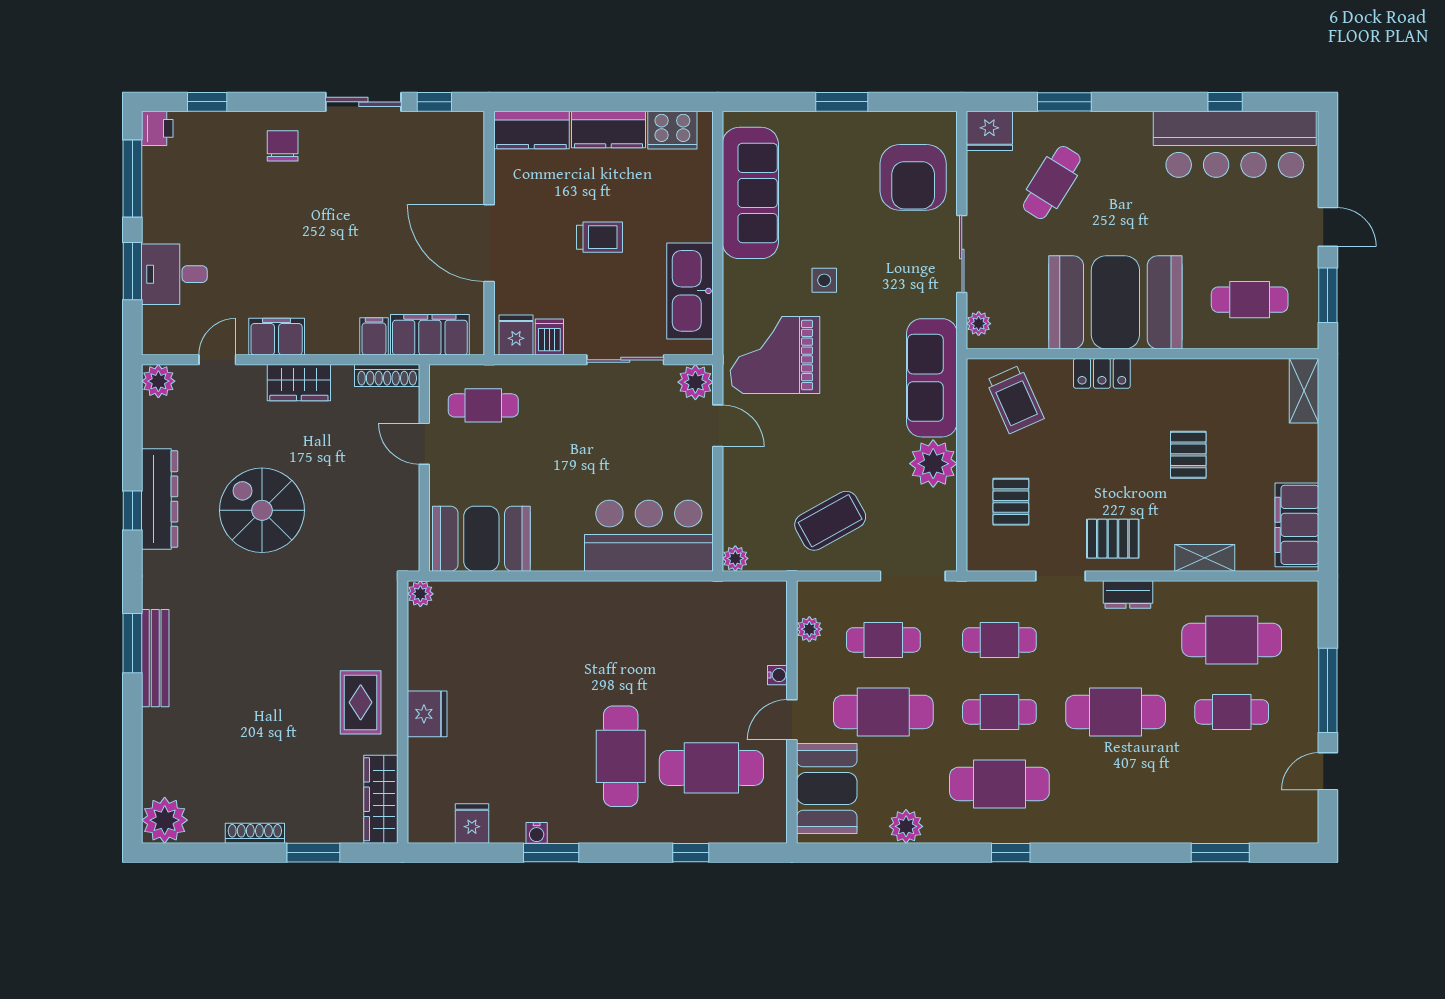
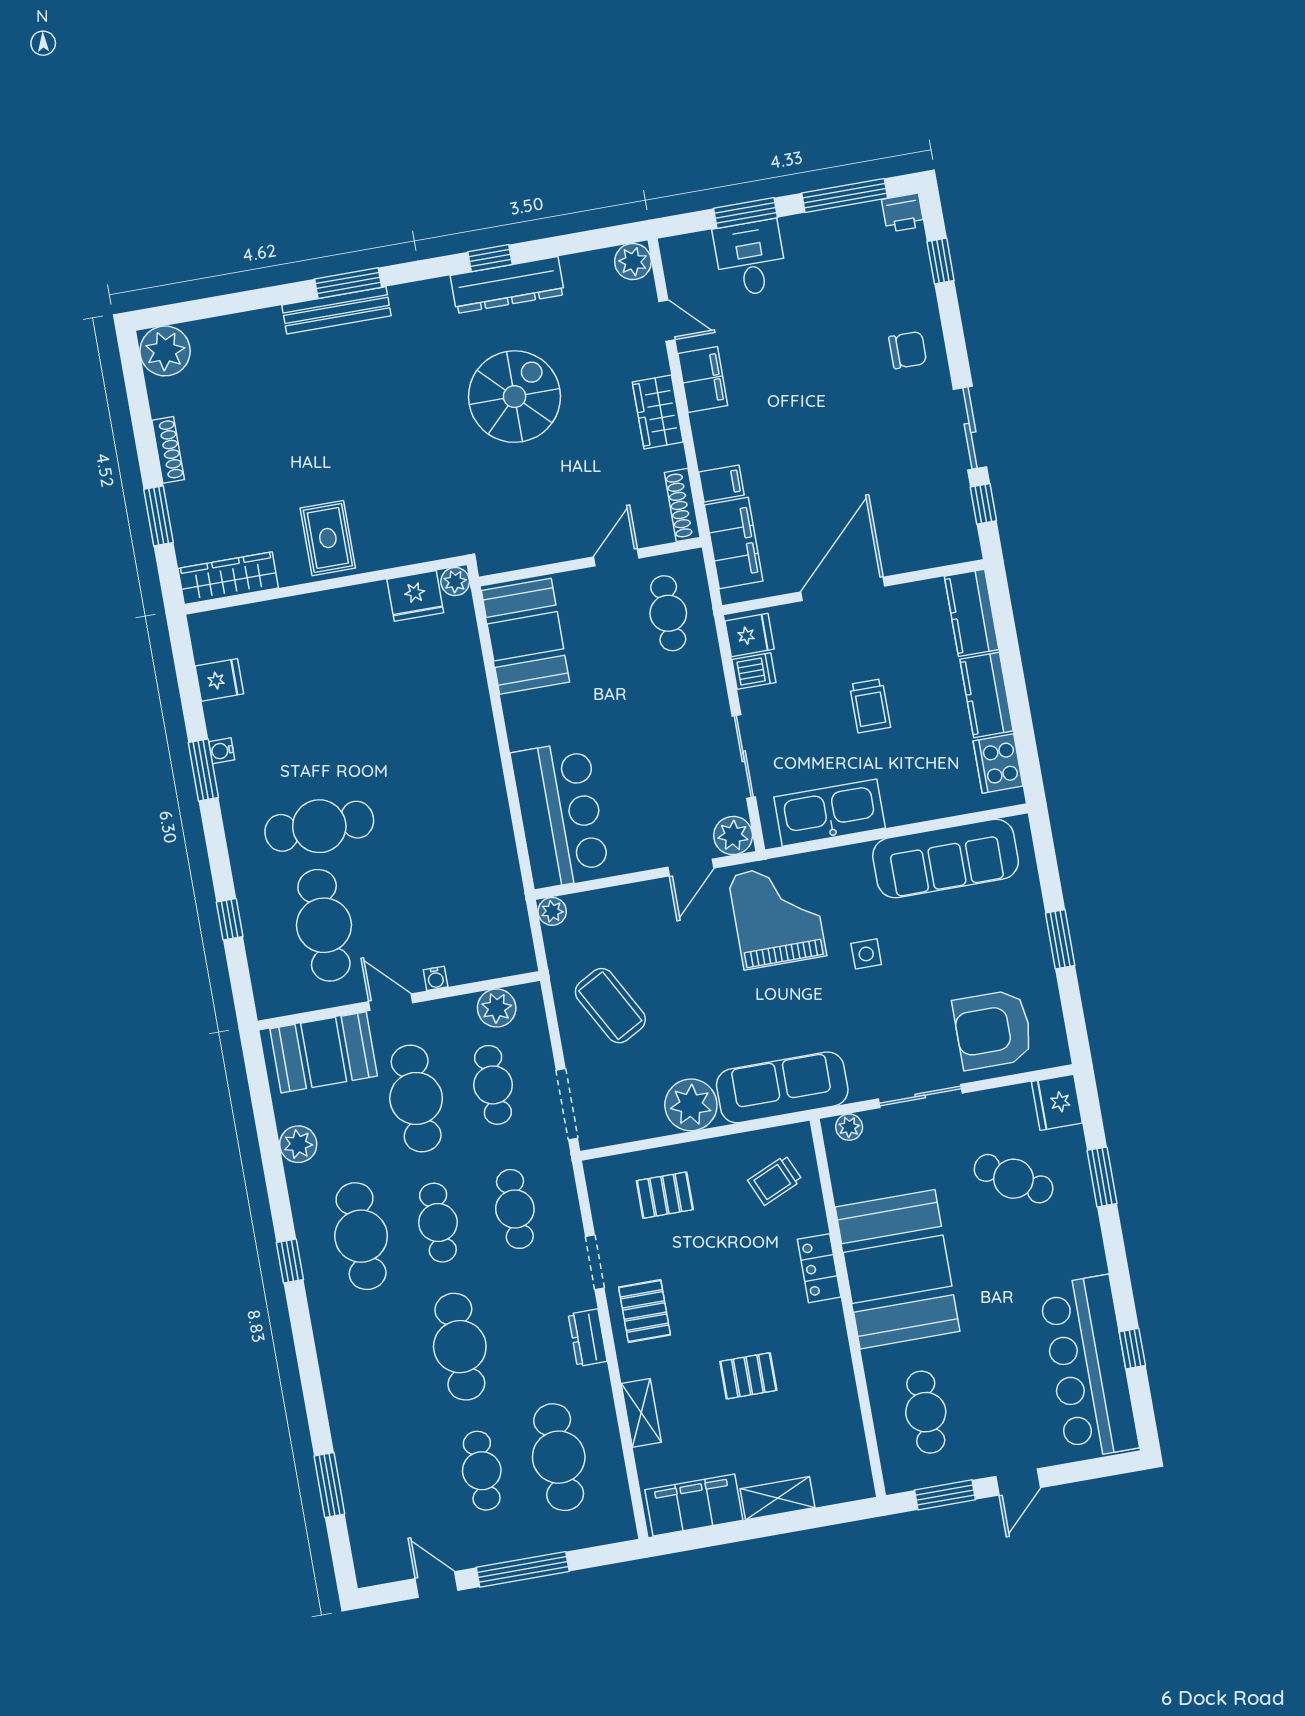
shelving: (1304, 391) -> (777, 1498), moved
trolley: (1015, 399) -> (775, 1180), width x0.73, depth x0.72
plant: (809, 629) -> (497, 1008), width x1.38, depth x1.38
rug: (361, 702) -> (328, 538), turned 90
fridge: (427, 714) -> (415, 596), moved

